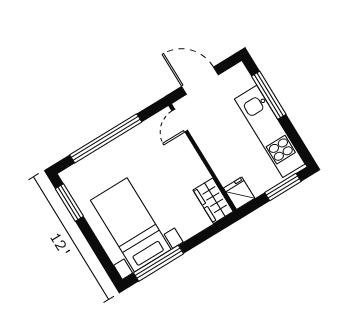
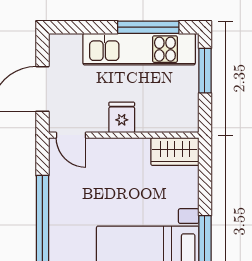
window: (269, 95) -> (148, 27), moved
fridge: (239, 193) -> (122, 117), moved, turned 90

